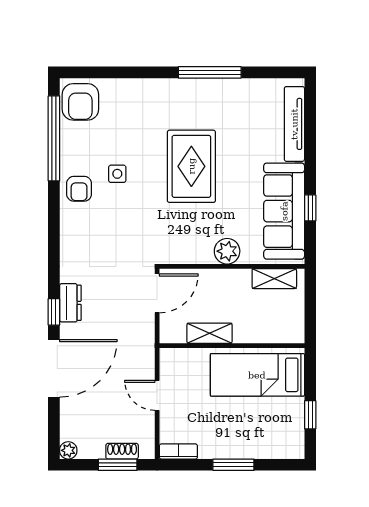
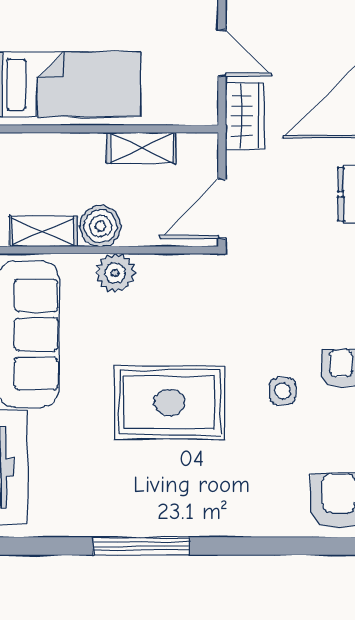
rug: (191, 166) -> (170, 402), turned 90
boiler: (237, 282) -> (100, 226), added
wardrobe: (142, 354) -> (245, 116), added

